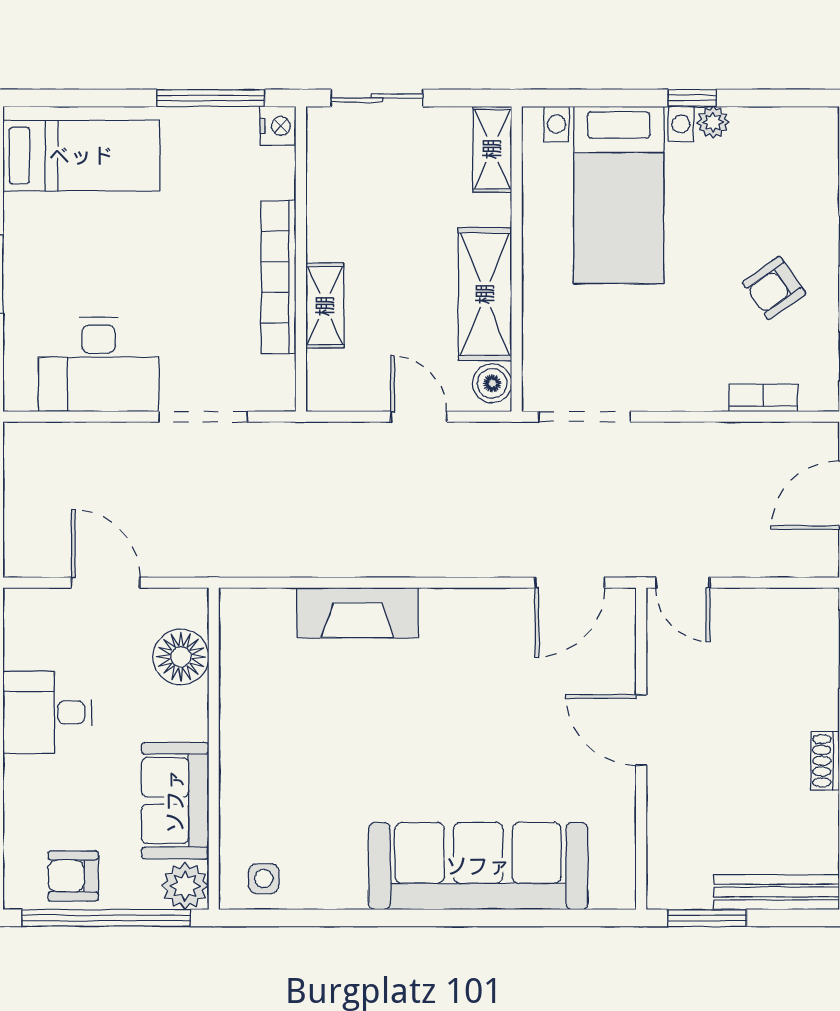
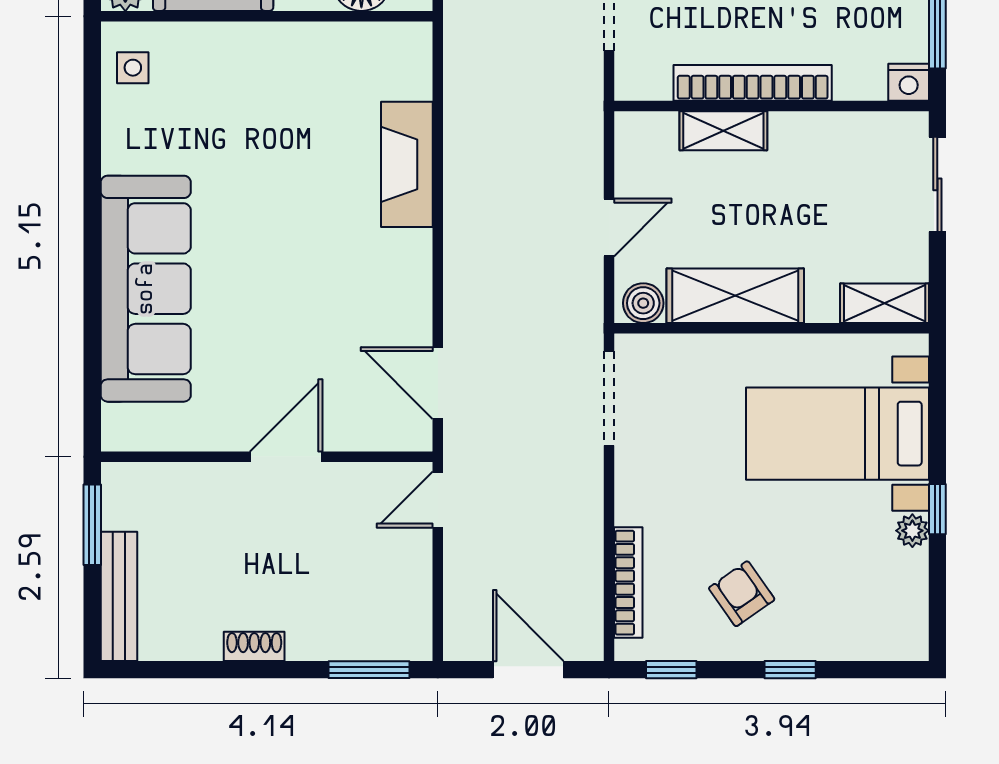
bookcase: (763, 398) -> (628, 583), width x1.56

